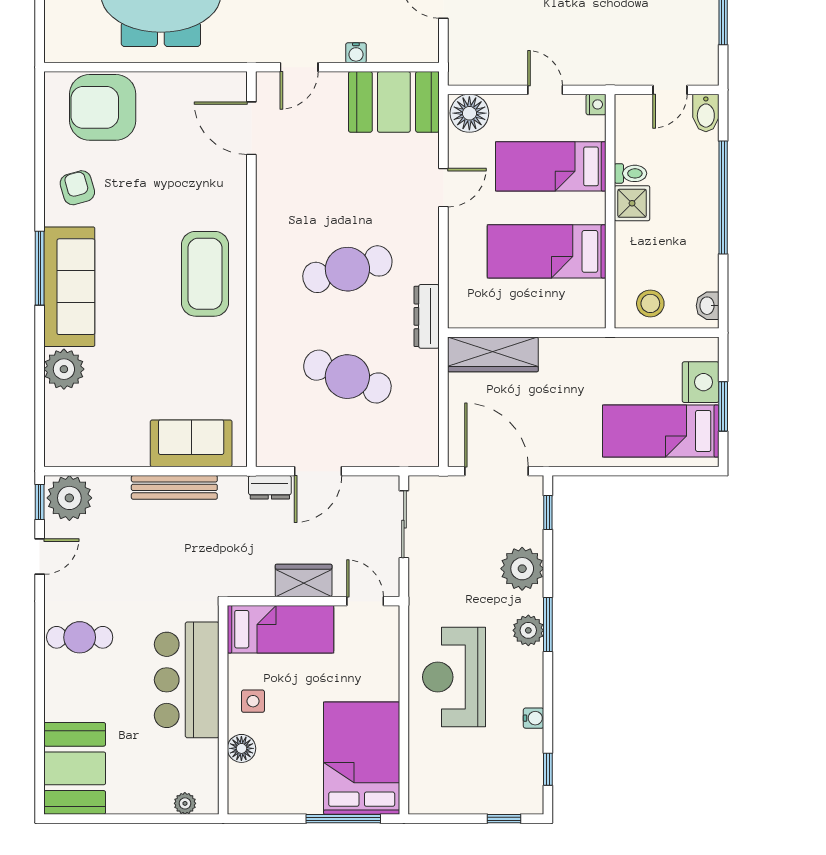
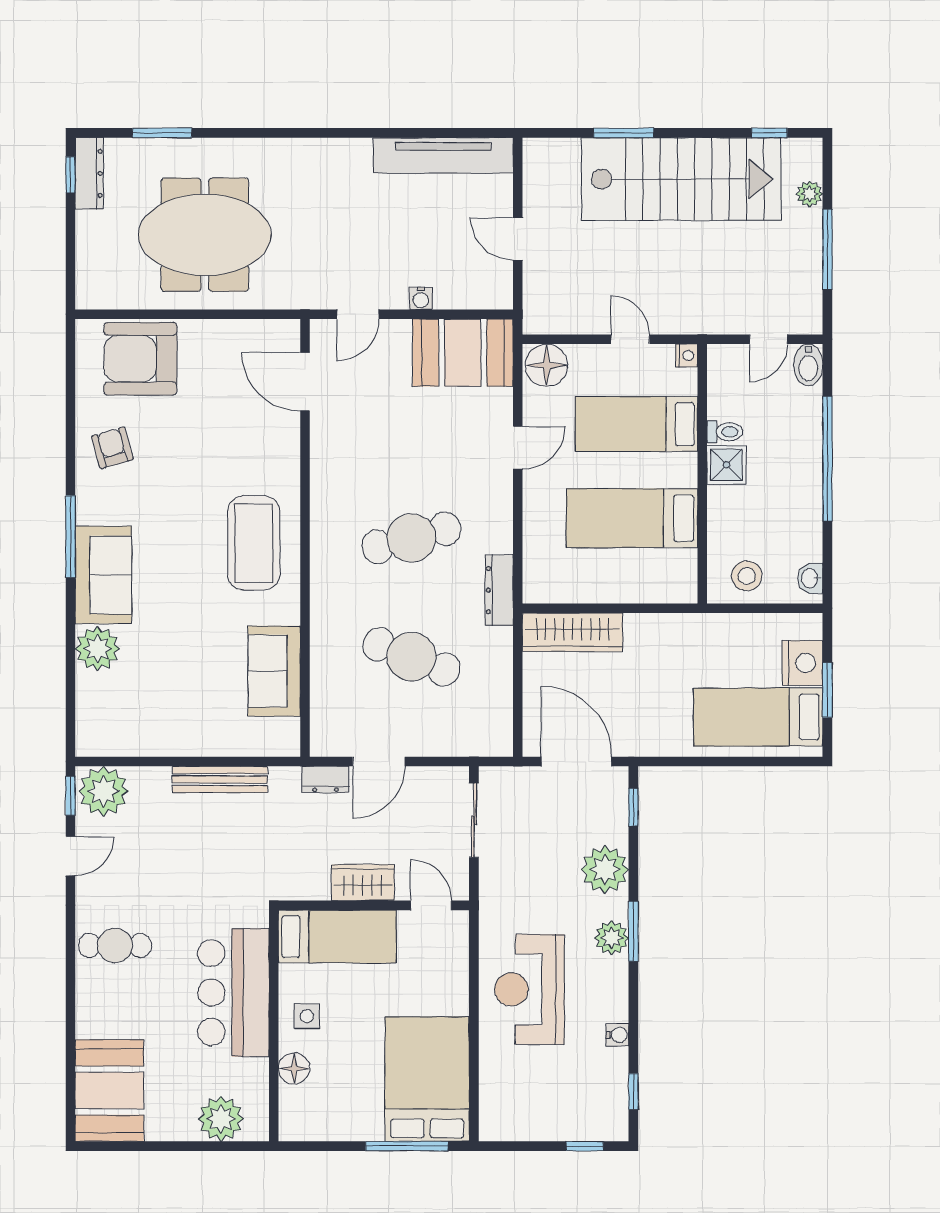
sofa: (69, 287) -> (103, 575), width x0.73
sofa: (191, 443) -> (274, 671), moved, turned -90
plant: (185, 803) -> (221, 1119), width x1.88, depth x1.88

